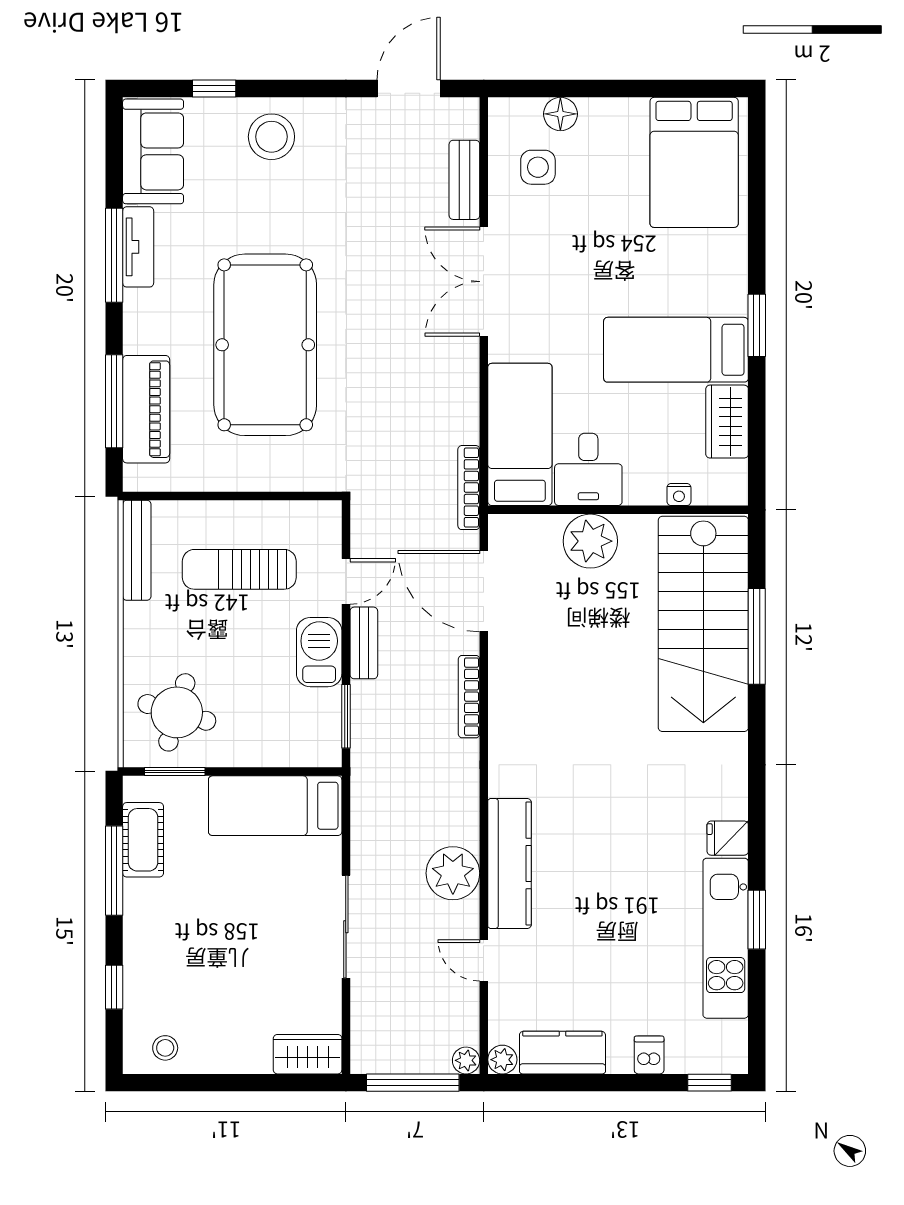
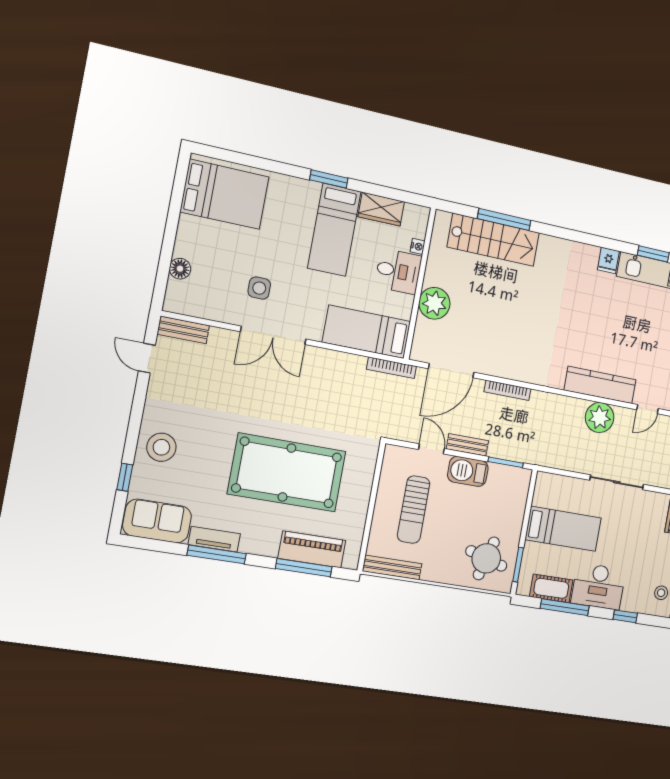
door: (409, 89) -> (147, 358), width x0.73
side table: (538, 167) -> (259, 288), moved
bench: (464, 180) -> (183, 330), moved
desk: (588, 469) -> (398, 271), moved
stairs: (703, 624) -> (493, 240), width x0.73, depth x0.66
bed: (275, 806) -> (563, 529), moved, turned -90
desk: (159, 927) -> (598, 586), added

